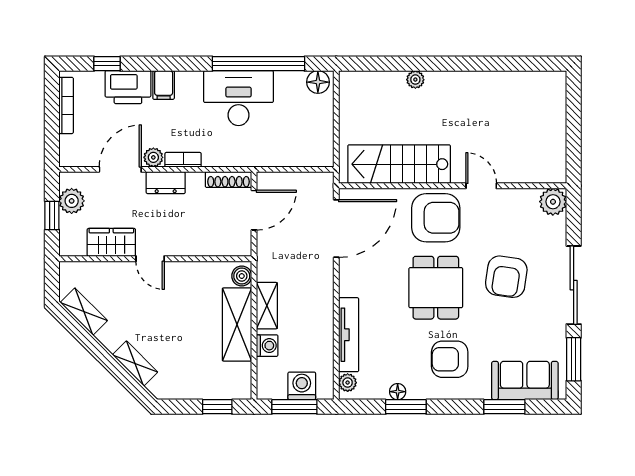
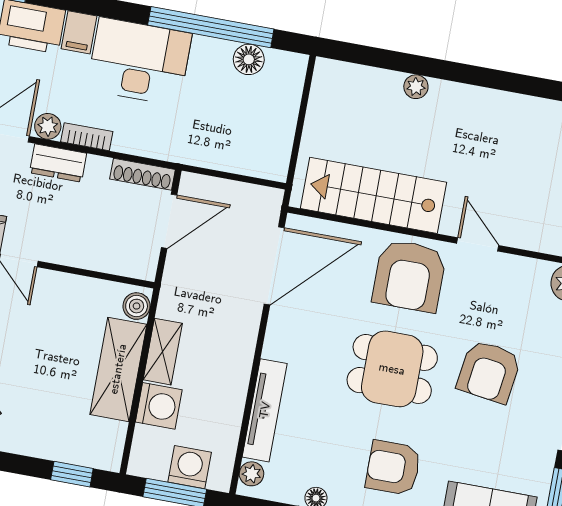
floor lamp: (318, 82) -> (249, 59), moved
desk: (238, 98) -> (139, 61), moved
armchair: (436, 218) -> (409, 276), turned 90
dining table: (436, 288) -> (392, 369), turned 90
washing machine: (267, 346) -> (159, 406), width x1.38, depth x1.38

